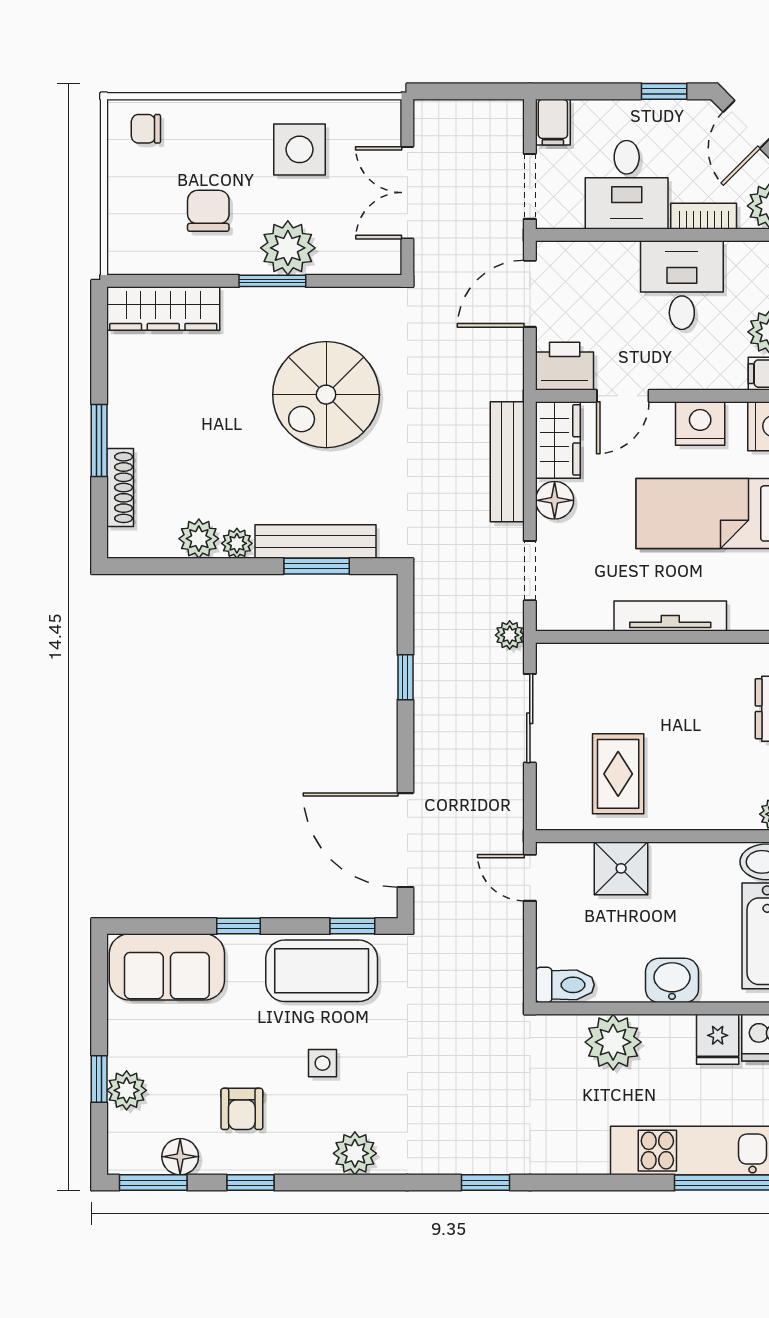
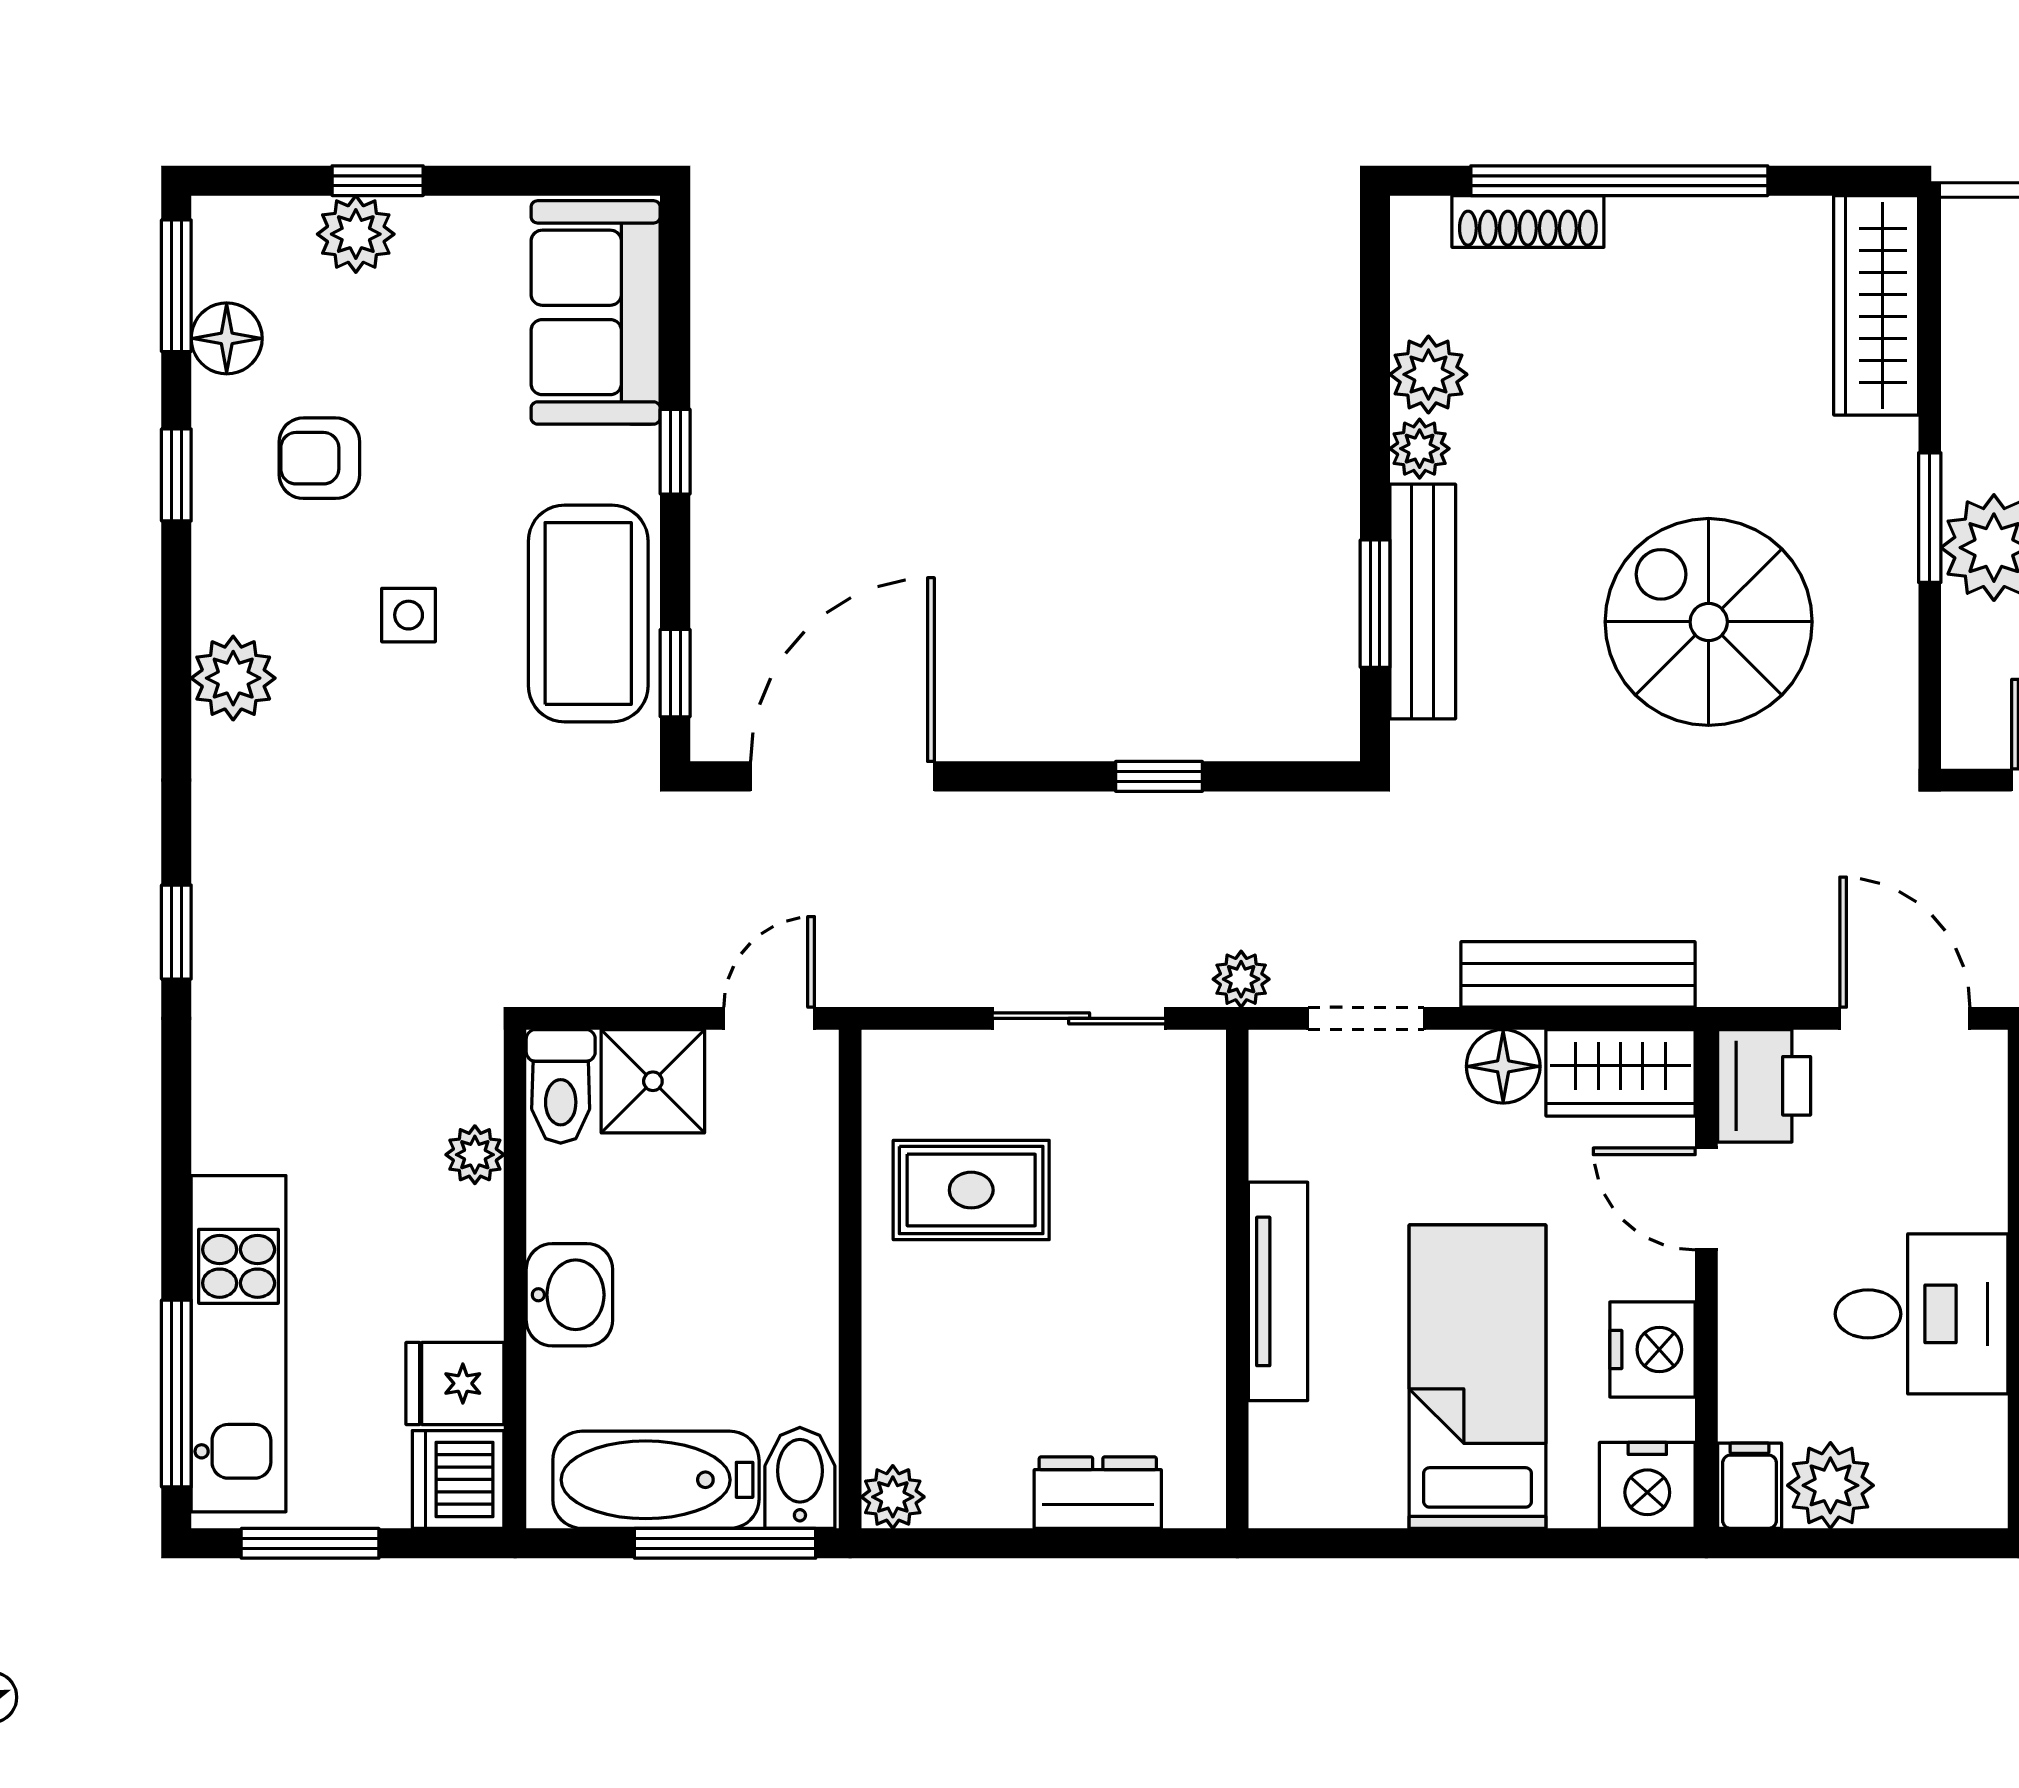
window: (99, 441) -> (1619, 181), width x2.11
shower: (621, 868) -> (653, 1081), moved
plant: (613, 1042) -> (475, 1155), width x0.53, depth x0.53

